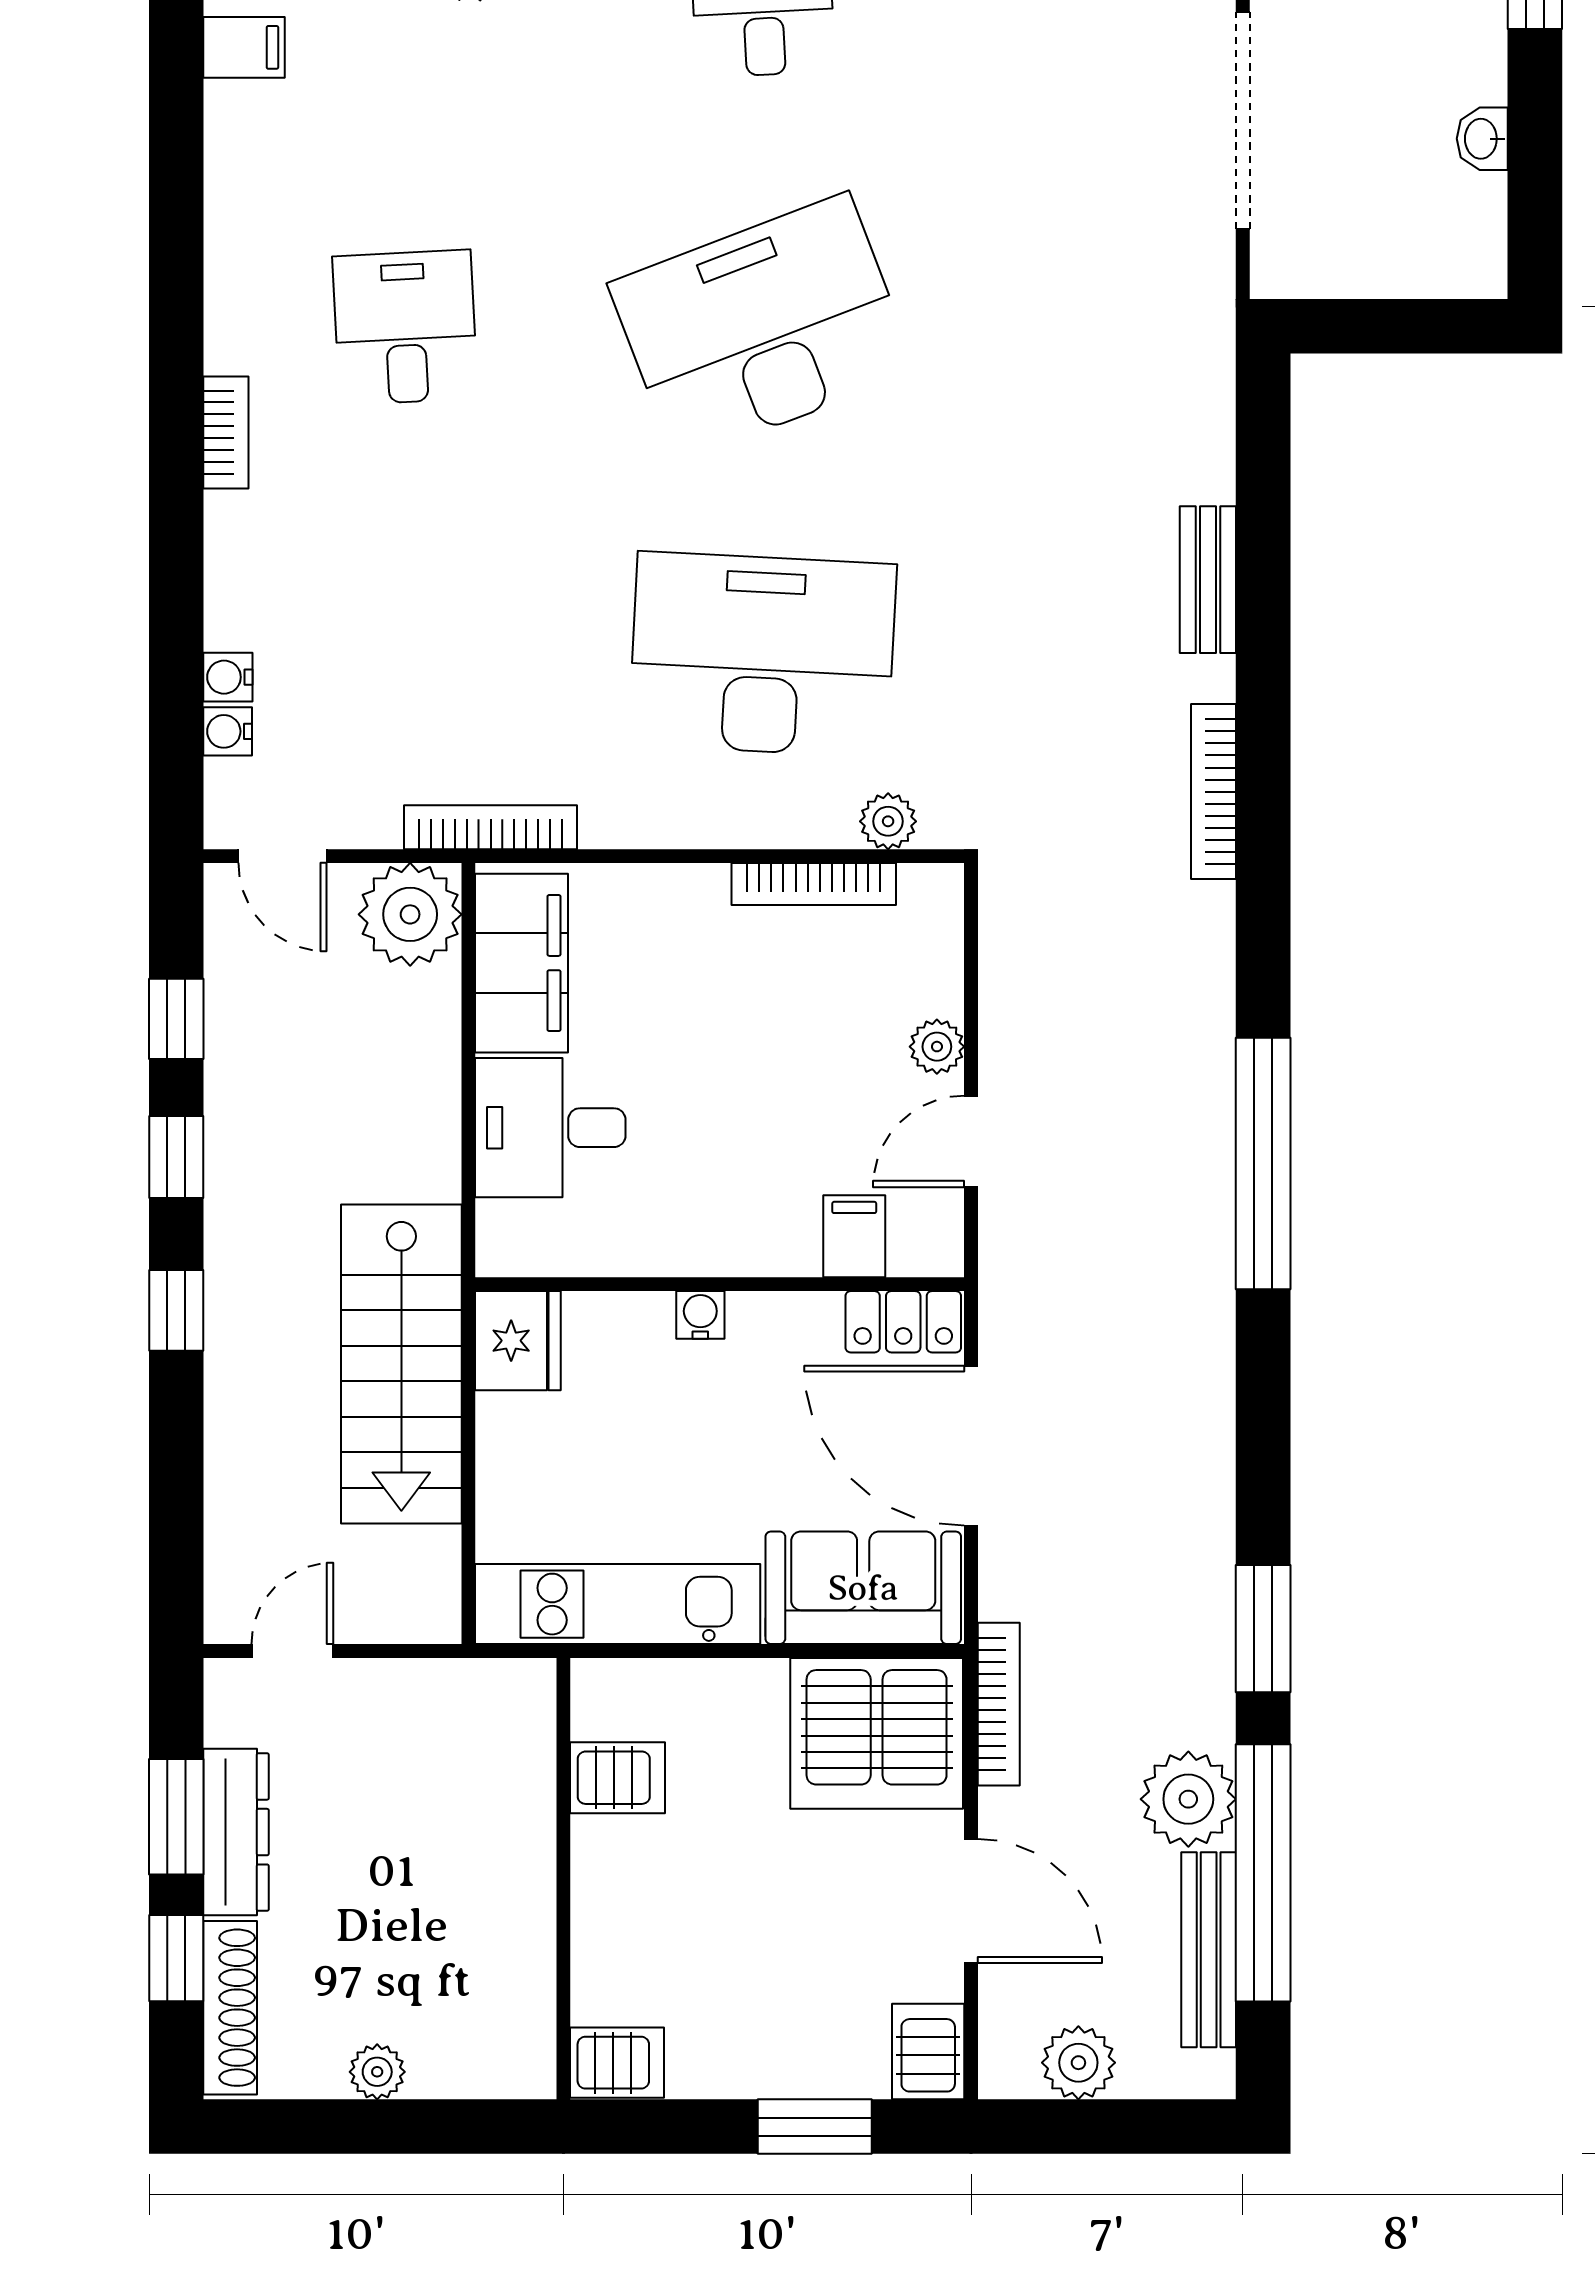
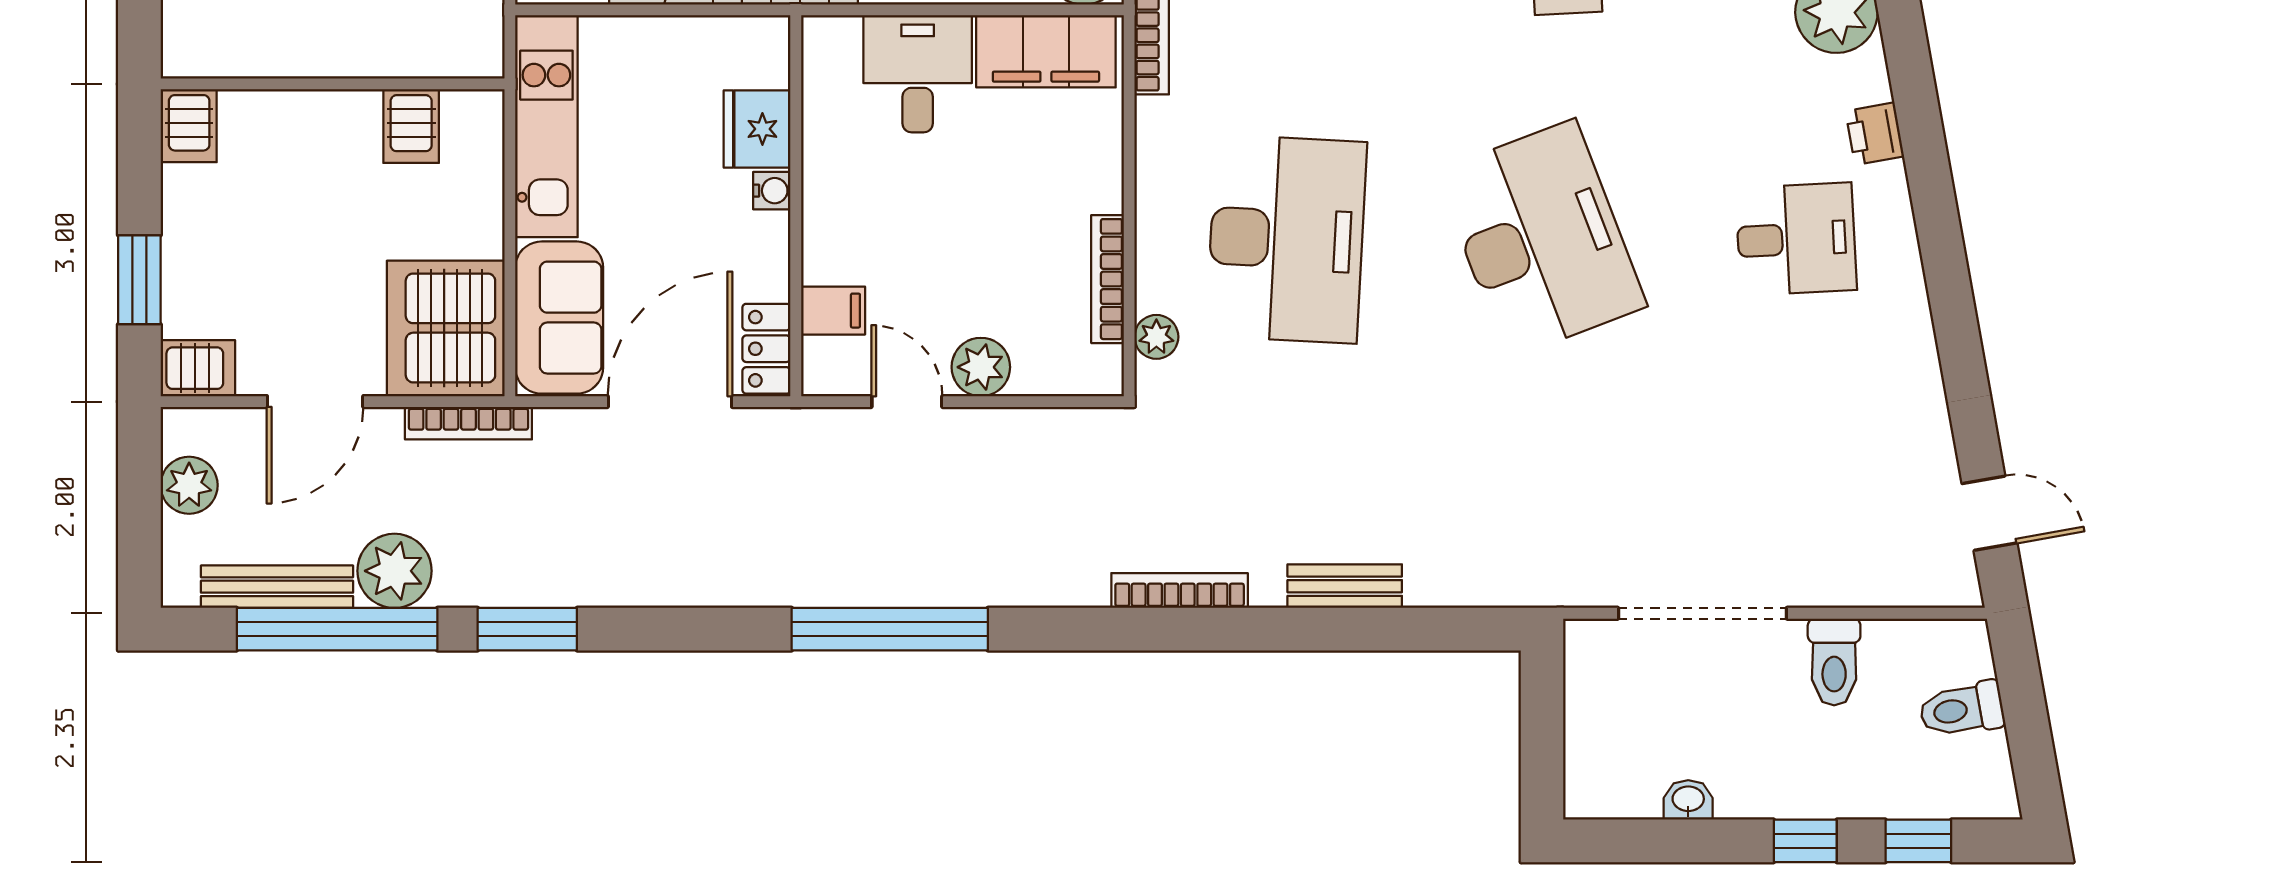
plant: (937, 1047) -> (981, 367), width x1.38, depth x1.38
fridge: (518, 1341) -> (757, 129), moved, turned 90

